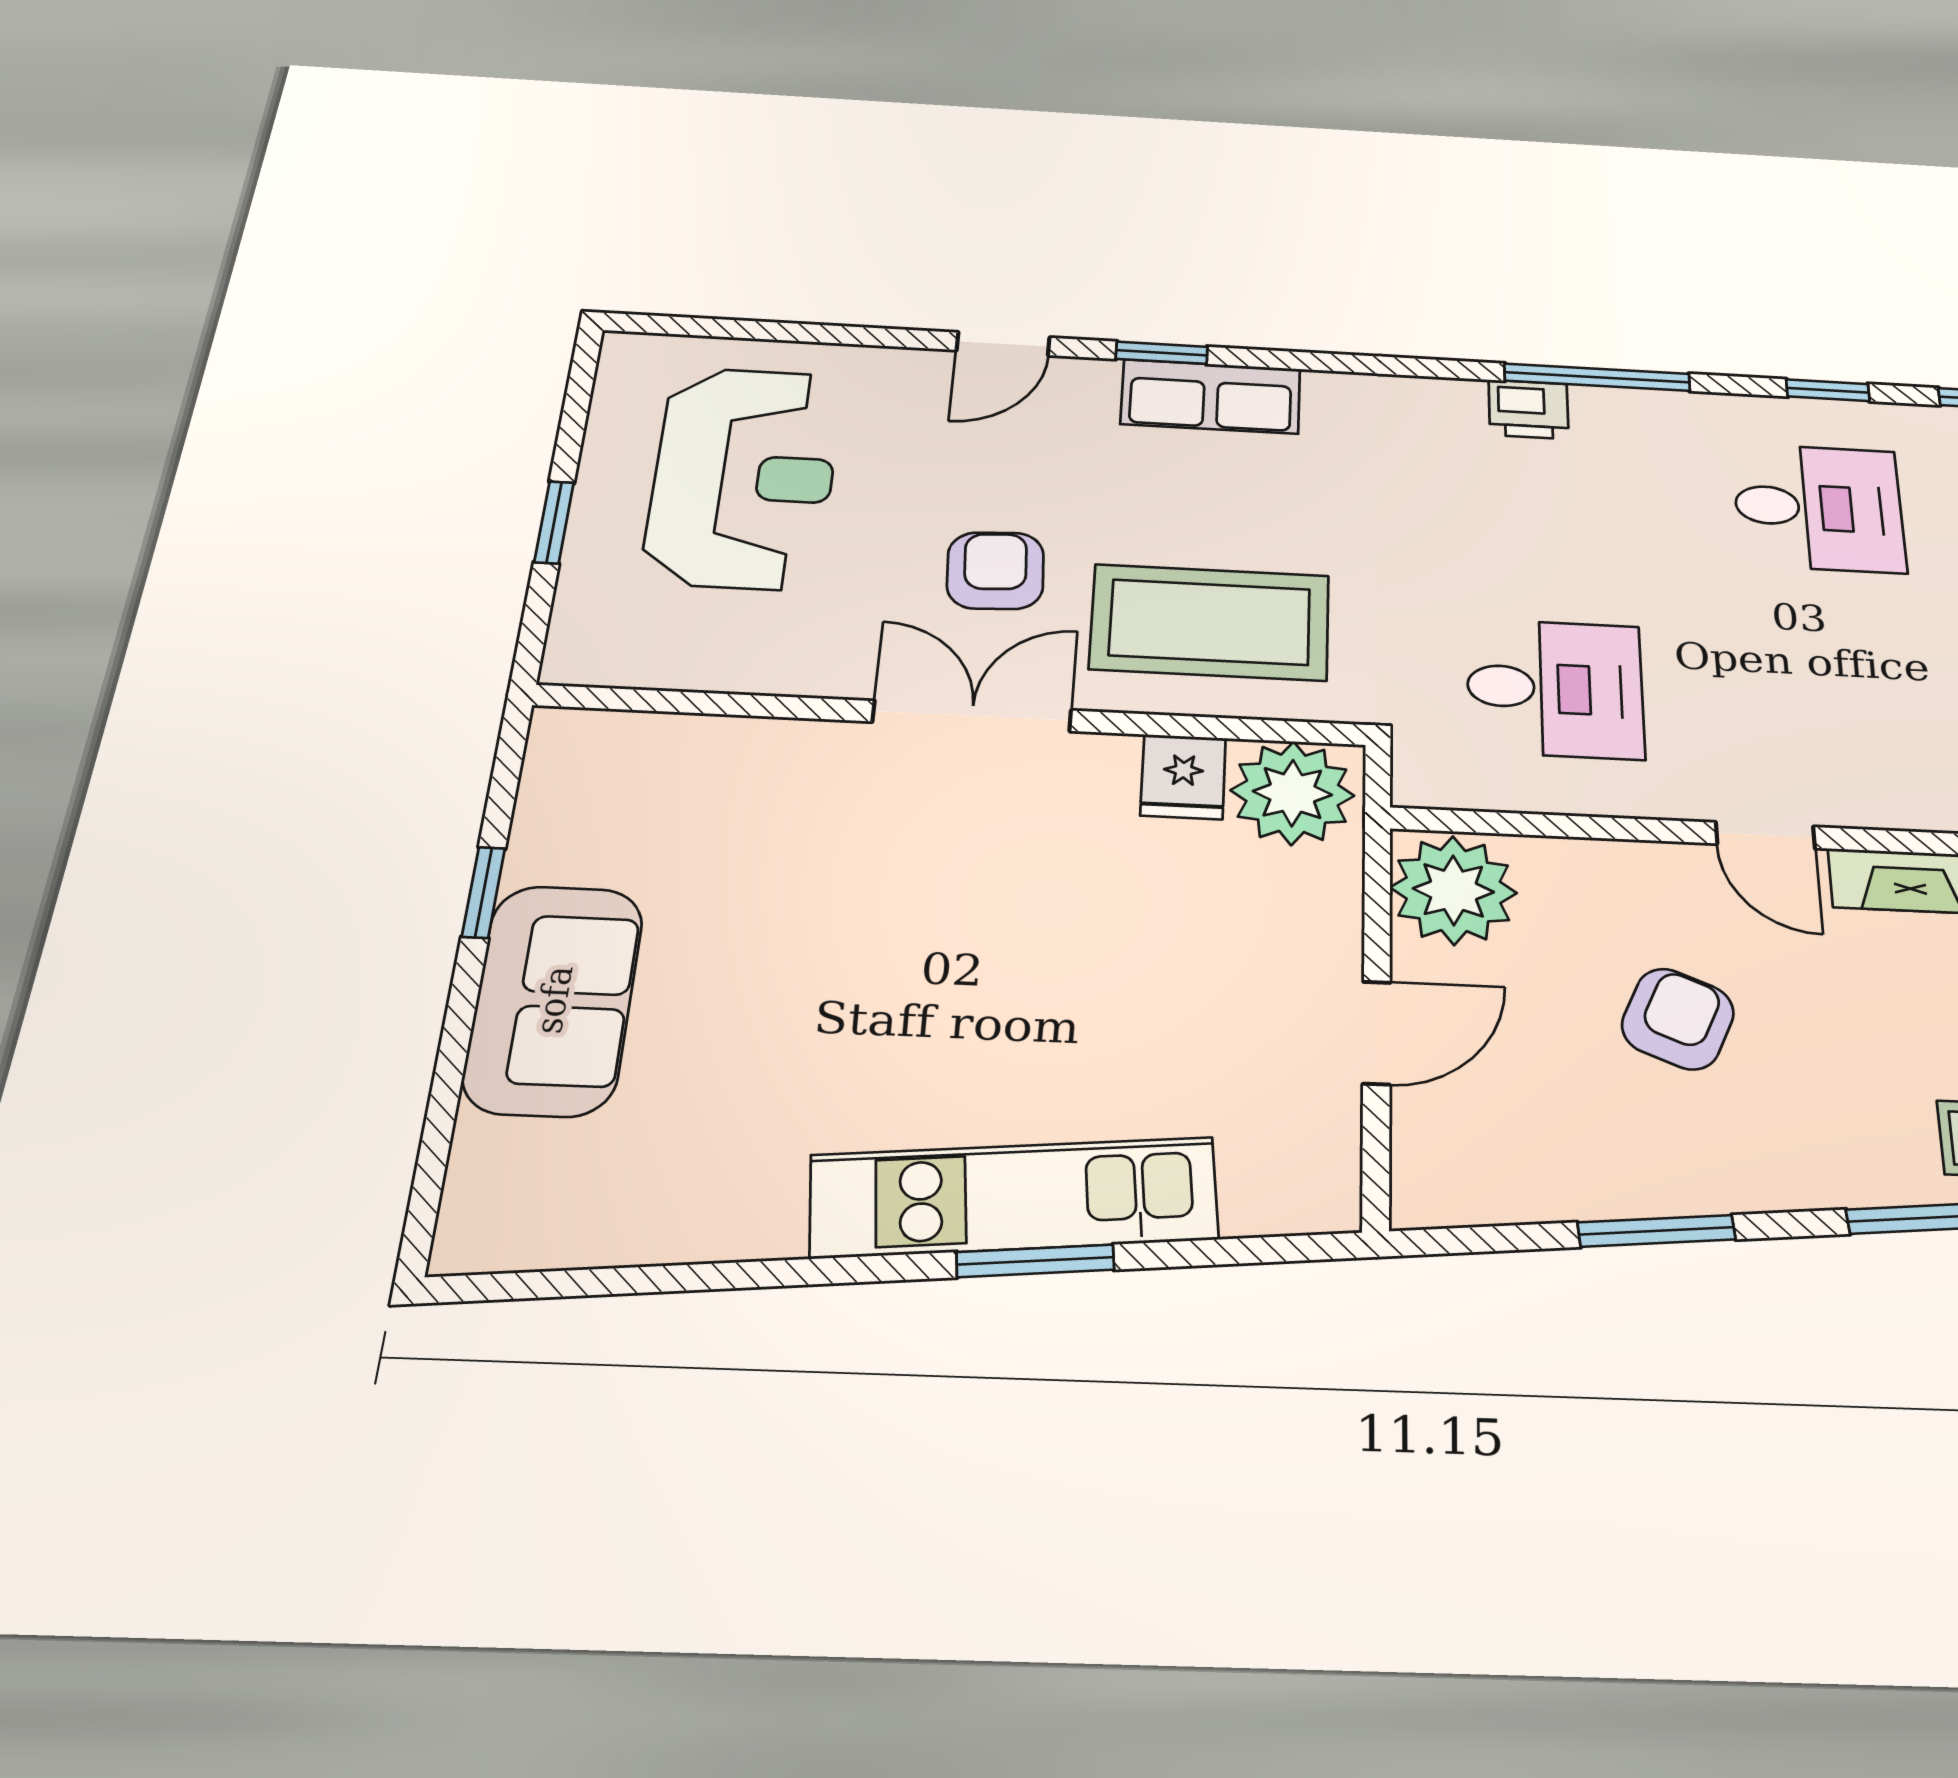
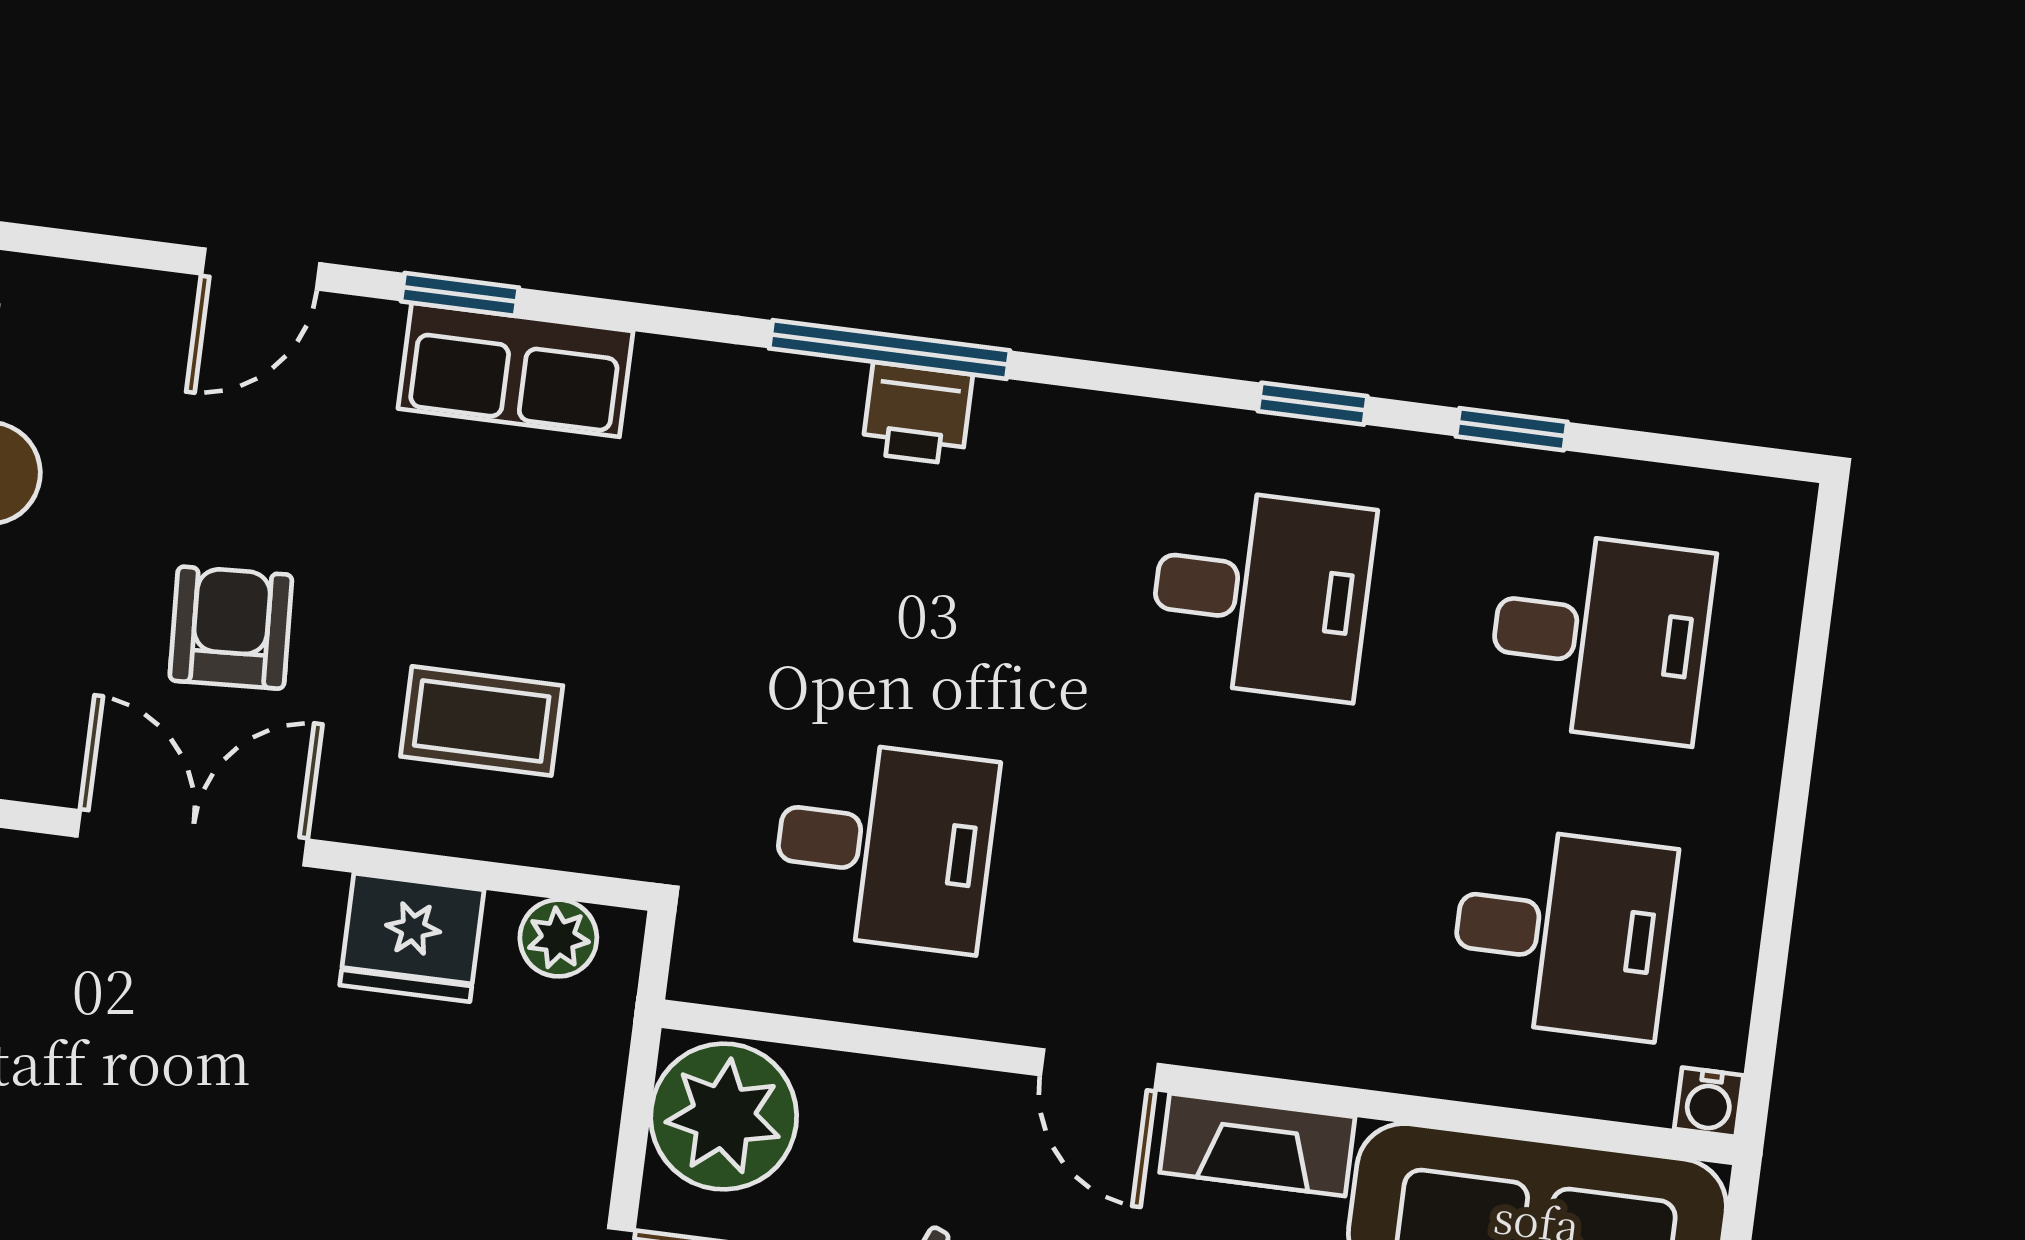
window: (1597, 377) -> (890, 349), moved
coffee table: (1210, 622) -> (482, 721), width x0.54, depth x0.58
fridge: (1183, 777) -> (412, 937), width x1.38
plant: (1292, 793) -> (558, 938), width x0.53, depth x0.53

